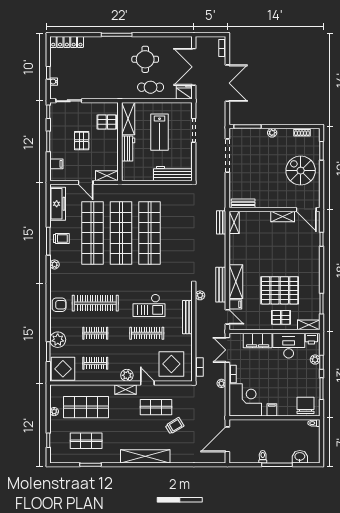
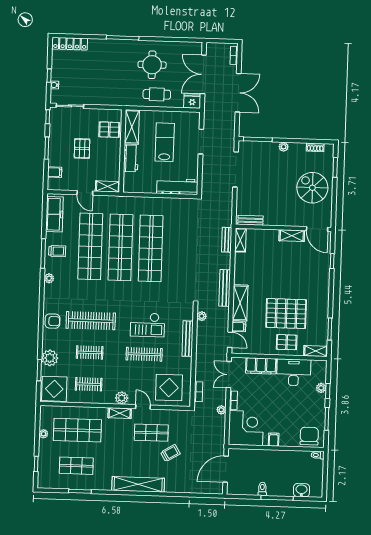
lab bench: (160, 132) -> (165, 142), turned 180
bench: (221, 285) -> (225, 288), moved
printer: (311, 339) -> (318, 366), removed

